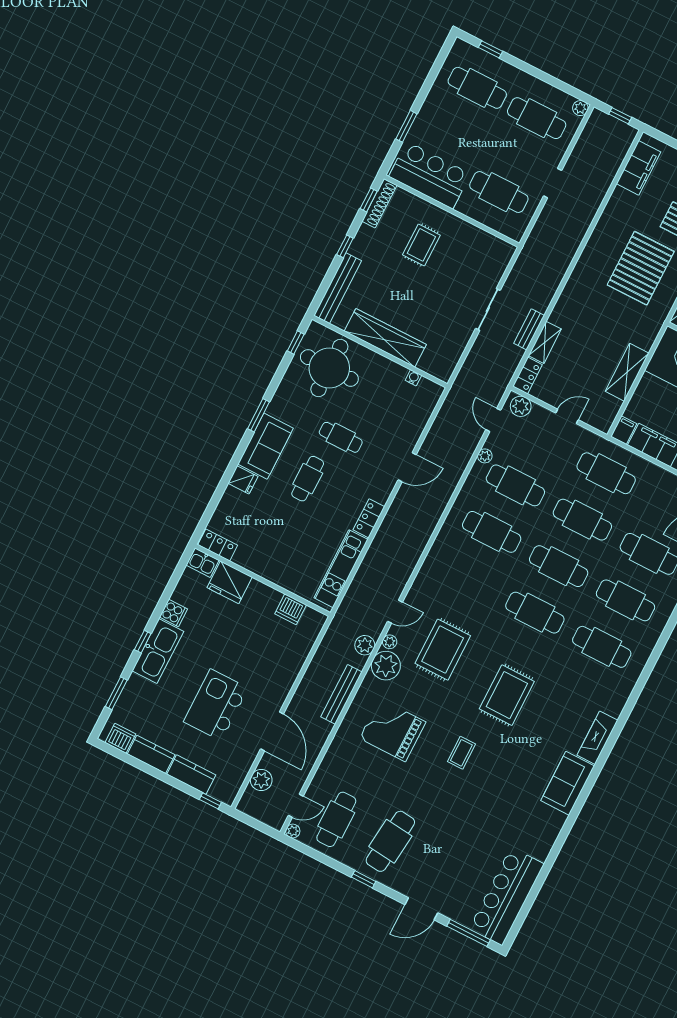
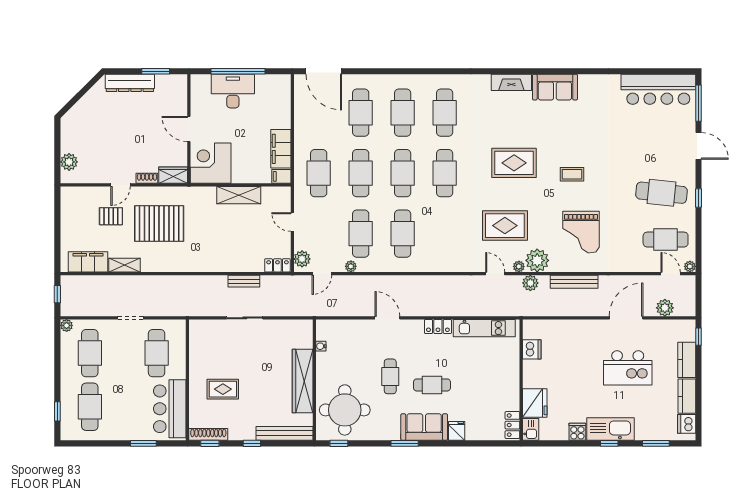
shelving: (545, 342) -> (124, 265), moved

